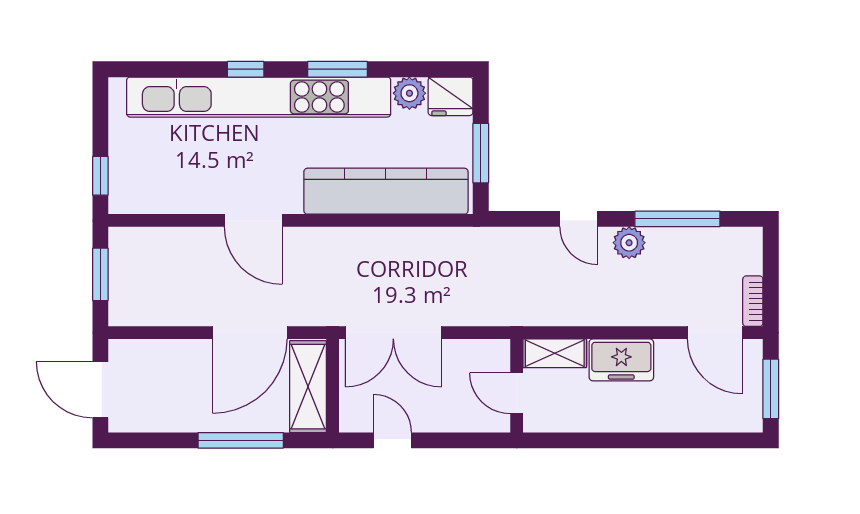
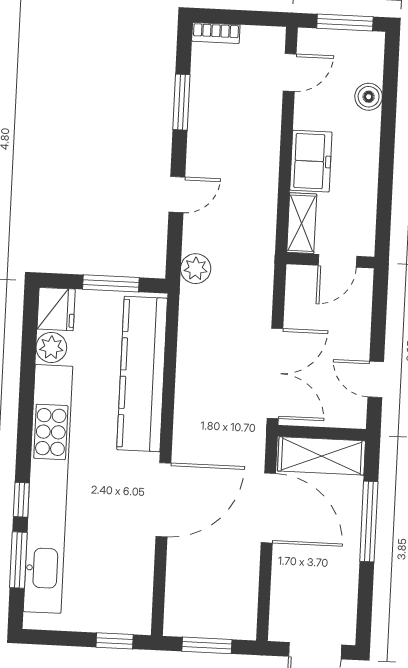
window: (338, 69) -> (18, 560), moved
window: (677, 219) -> (181, 102), width x0.69
door: (253, 220) -> (163, 500), width x1.36
plant: (629, 243) -> (196, 269), moved
bookcase: (753, 301) -> (216, 33), moved
door: (715, 333) -> (290, 72), width x0.73
boiler: (693, 418) -> (369, 97), added
door: (392, 440) -> (376, 379), hinge flipped

